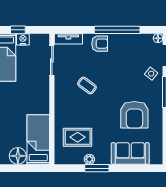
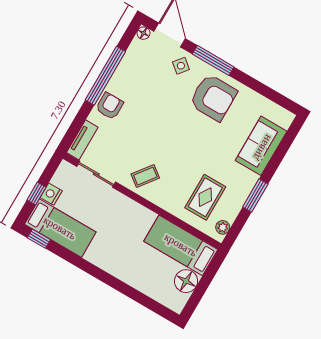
coffee table: (87, 85) -> (145, 176), moved
armchair: (134, 115) -> (213, 97), moved
plant: (89, 159) -> (223, 227), moved

